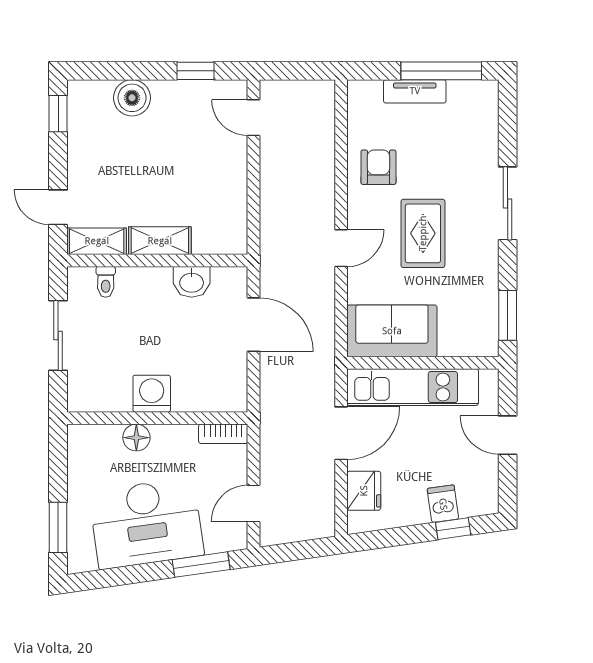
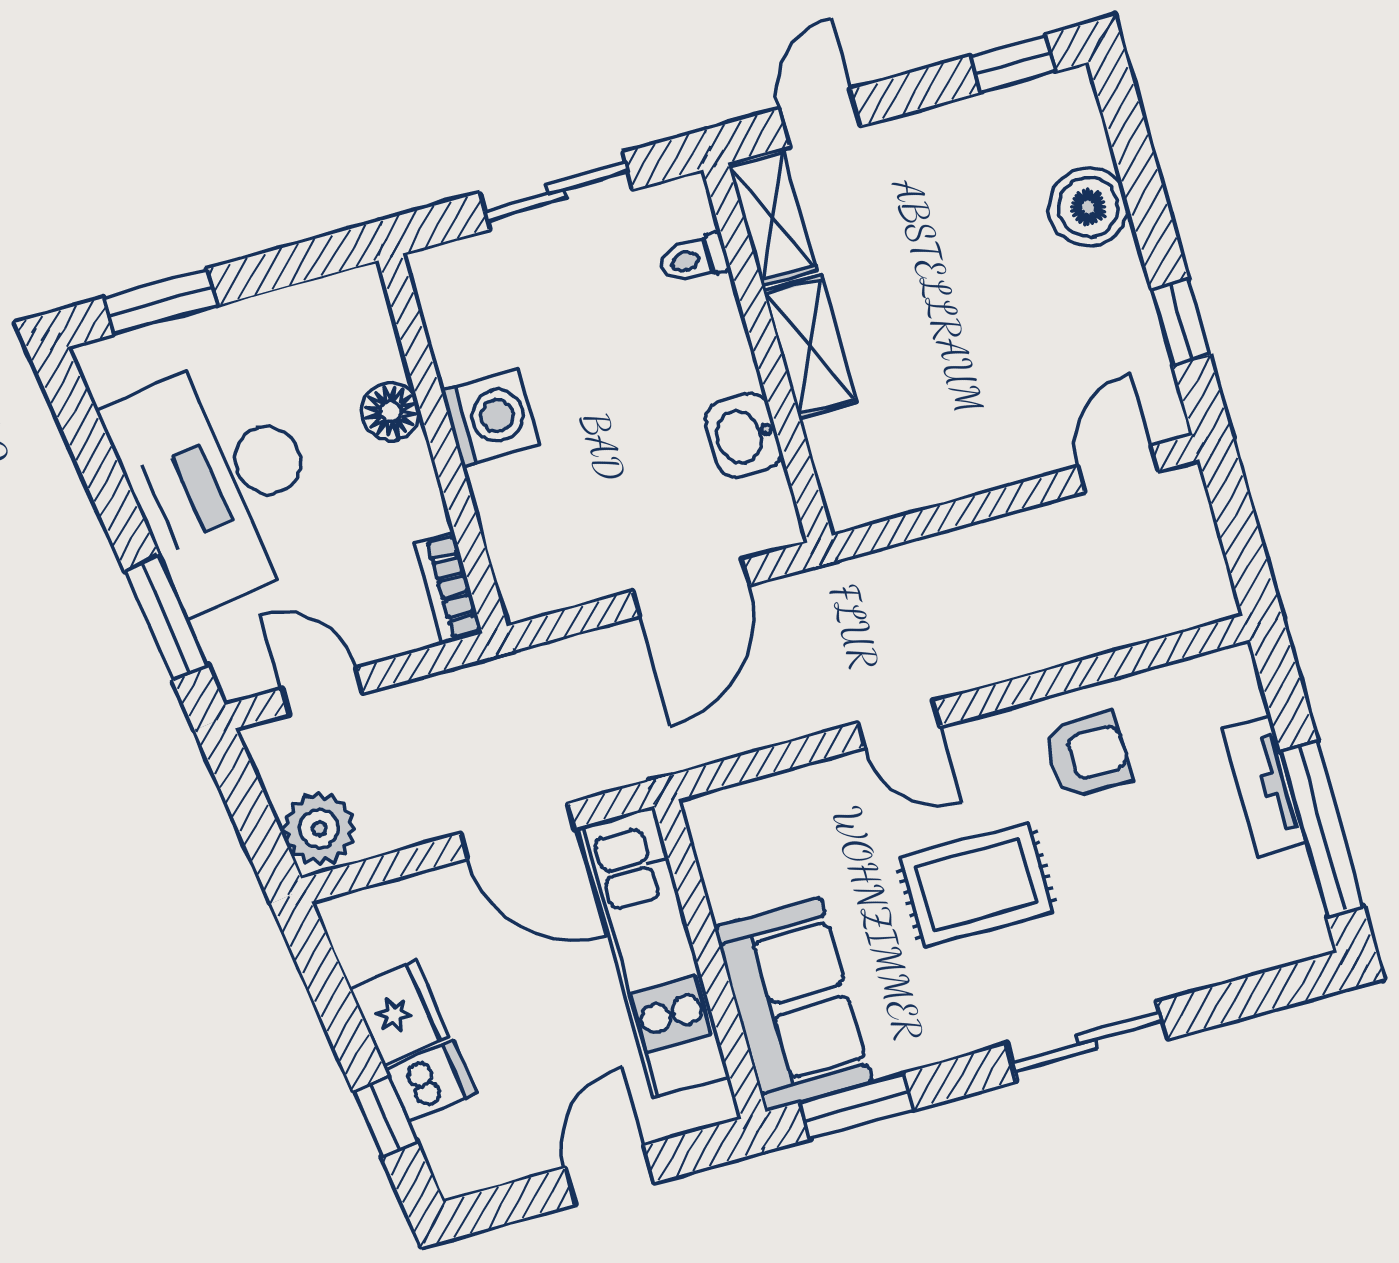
sofa: (392, 331) -> (793, 1004), moved
fridge: (364, 491) -> (399, 1013), moved, turned -98
plant: (315, 522) -> (319, 829), added

